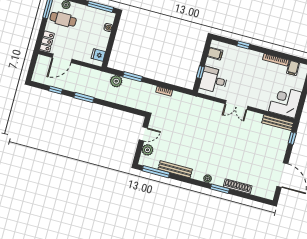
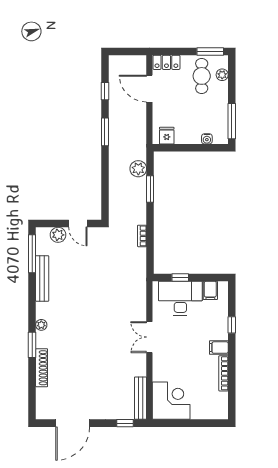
filing cabinet: (293, 68) -> (219, 348), moved
desk: (214, 80) -> (180, 298), width x1.37

